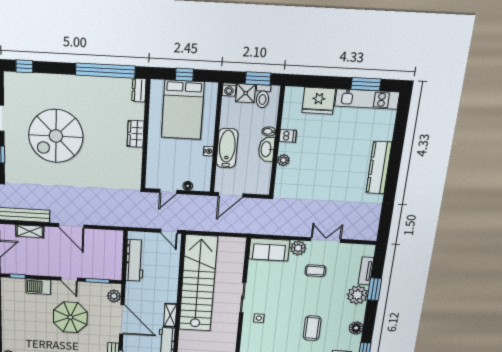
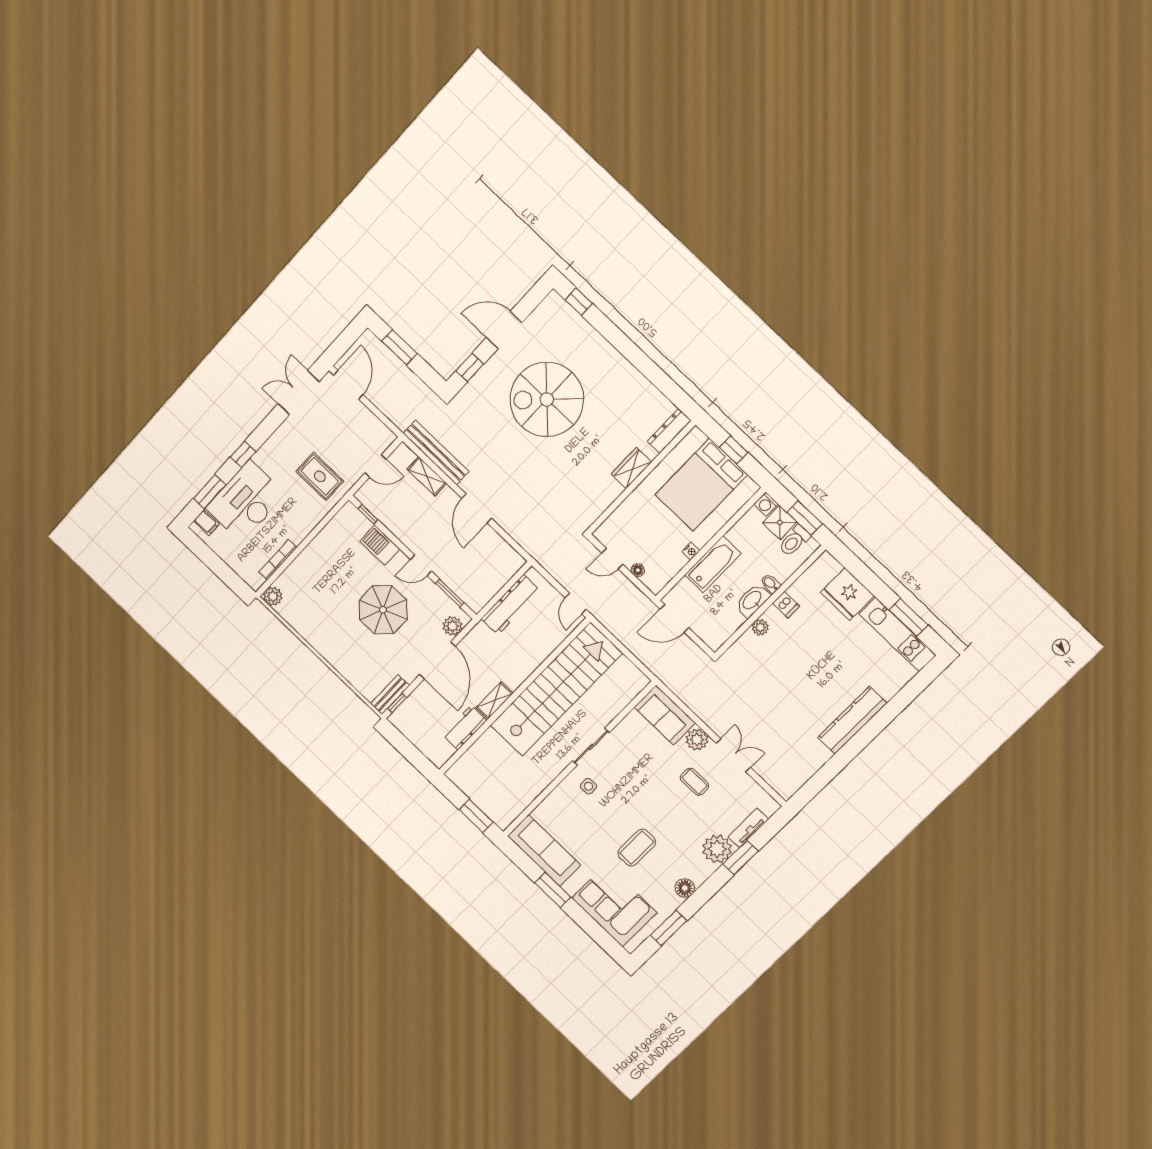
window: (105, 71) -> (657, 377), removed
dresser: (139, 90) -> (669, 431), width x1.44
door: (69, 279) -> (421, 565), hinge flipped

